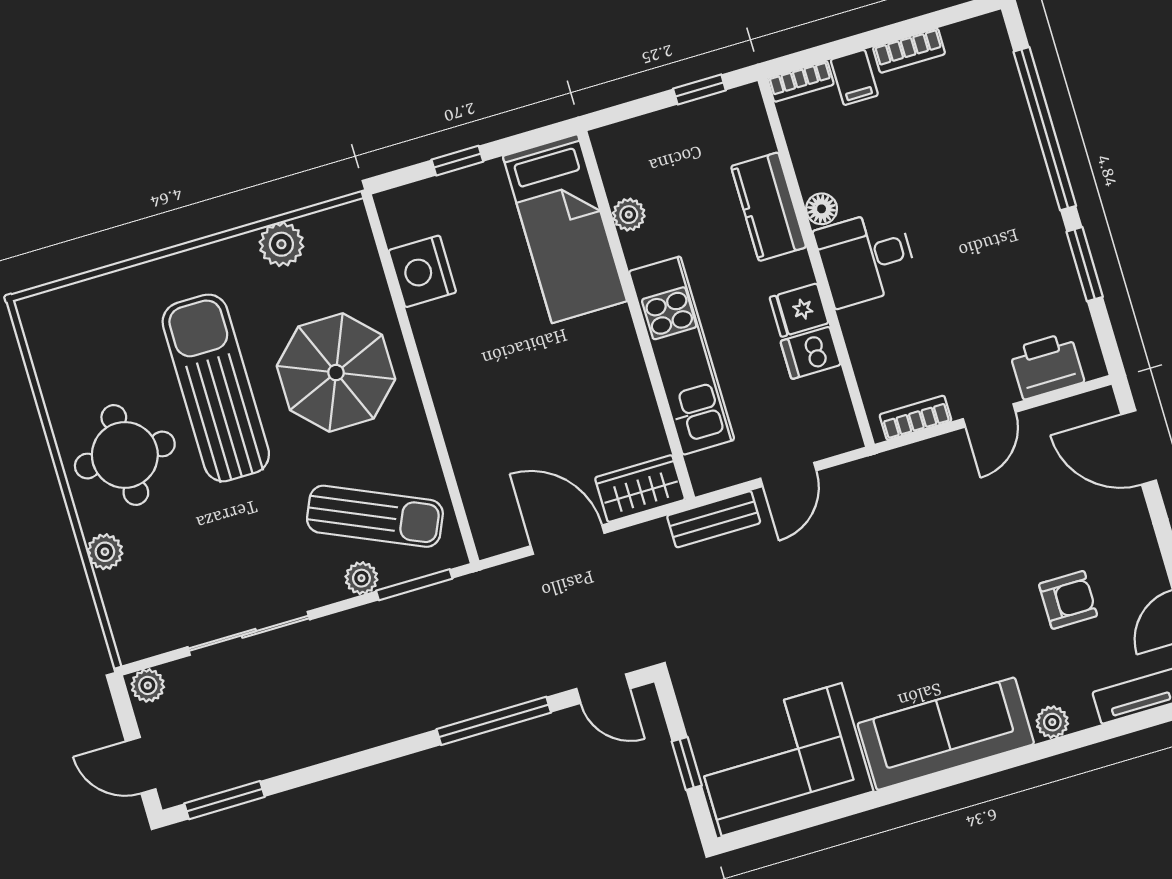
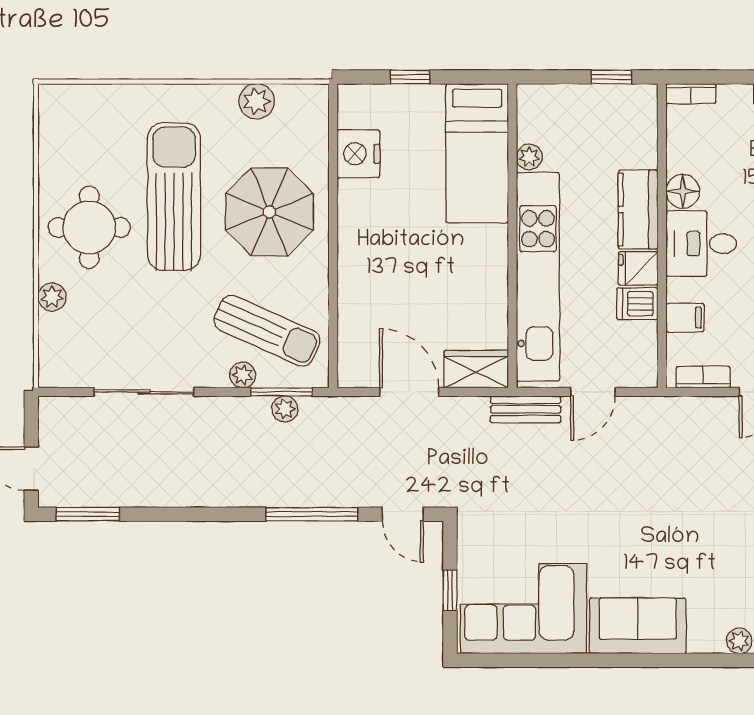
filing cabinet: (854, 77) -> (685, 318), moved, turned -90
kitchen counter: (769, 207) -> (638, 210), moved
floor lamp: (822, 209) -> (683, 191), width x1.37, depth x1.37
kitchen unit: (682, 356) -> (538, 277), width x1.36
plant: (148, 685) -> (285, 409), moved
sofa: (946, 734) -> (638, 626), width x0.73

